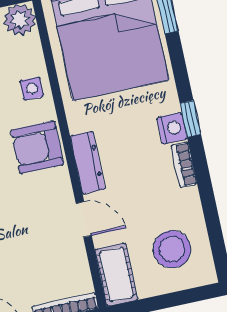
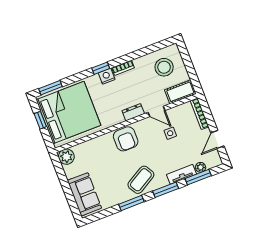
side table: (32, 89) -> (170, 133), moved
dresser: (88, 162) -> (133, 112), width x0.70
door: (84, 219) -> (157, 111), swing flipped

